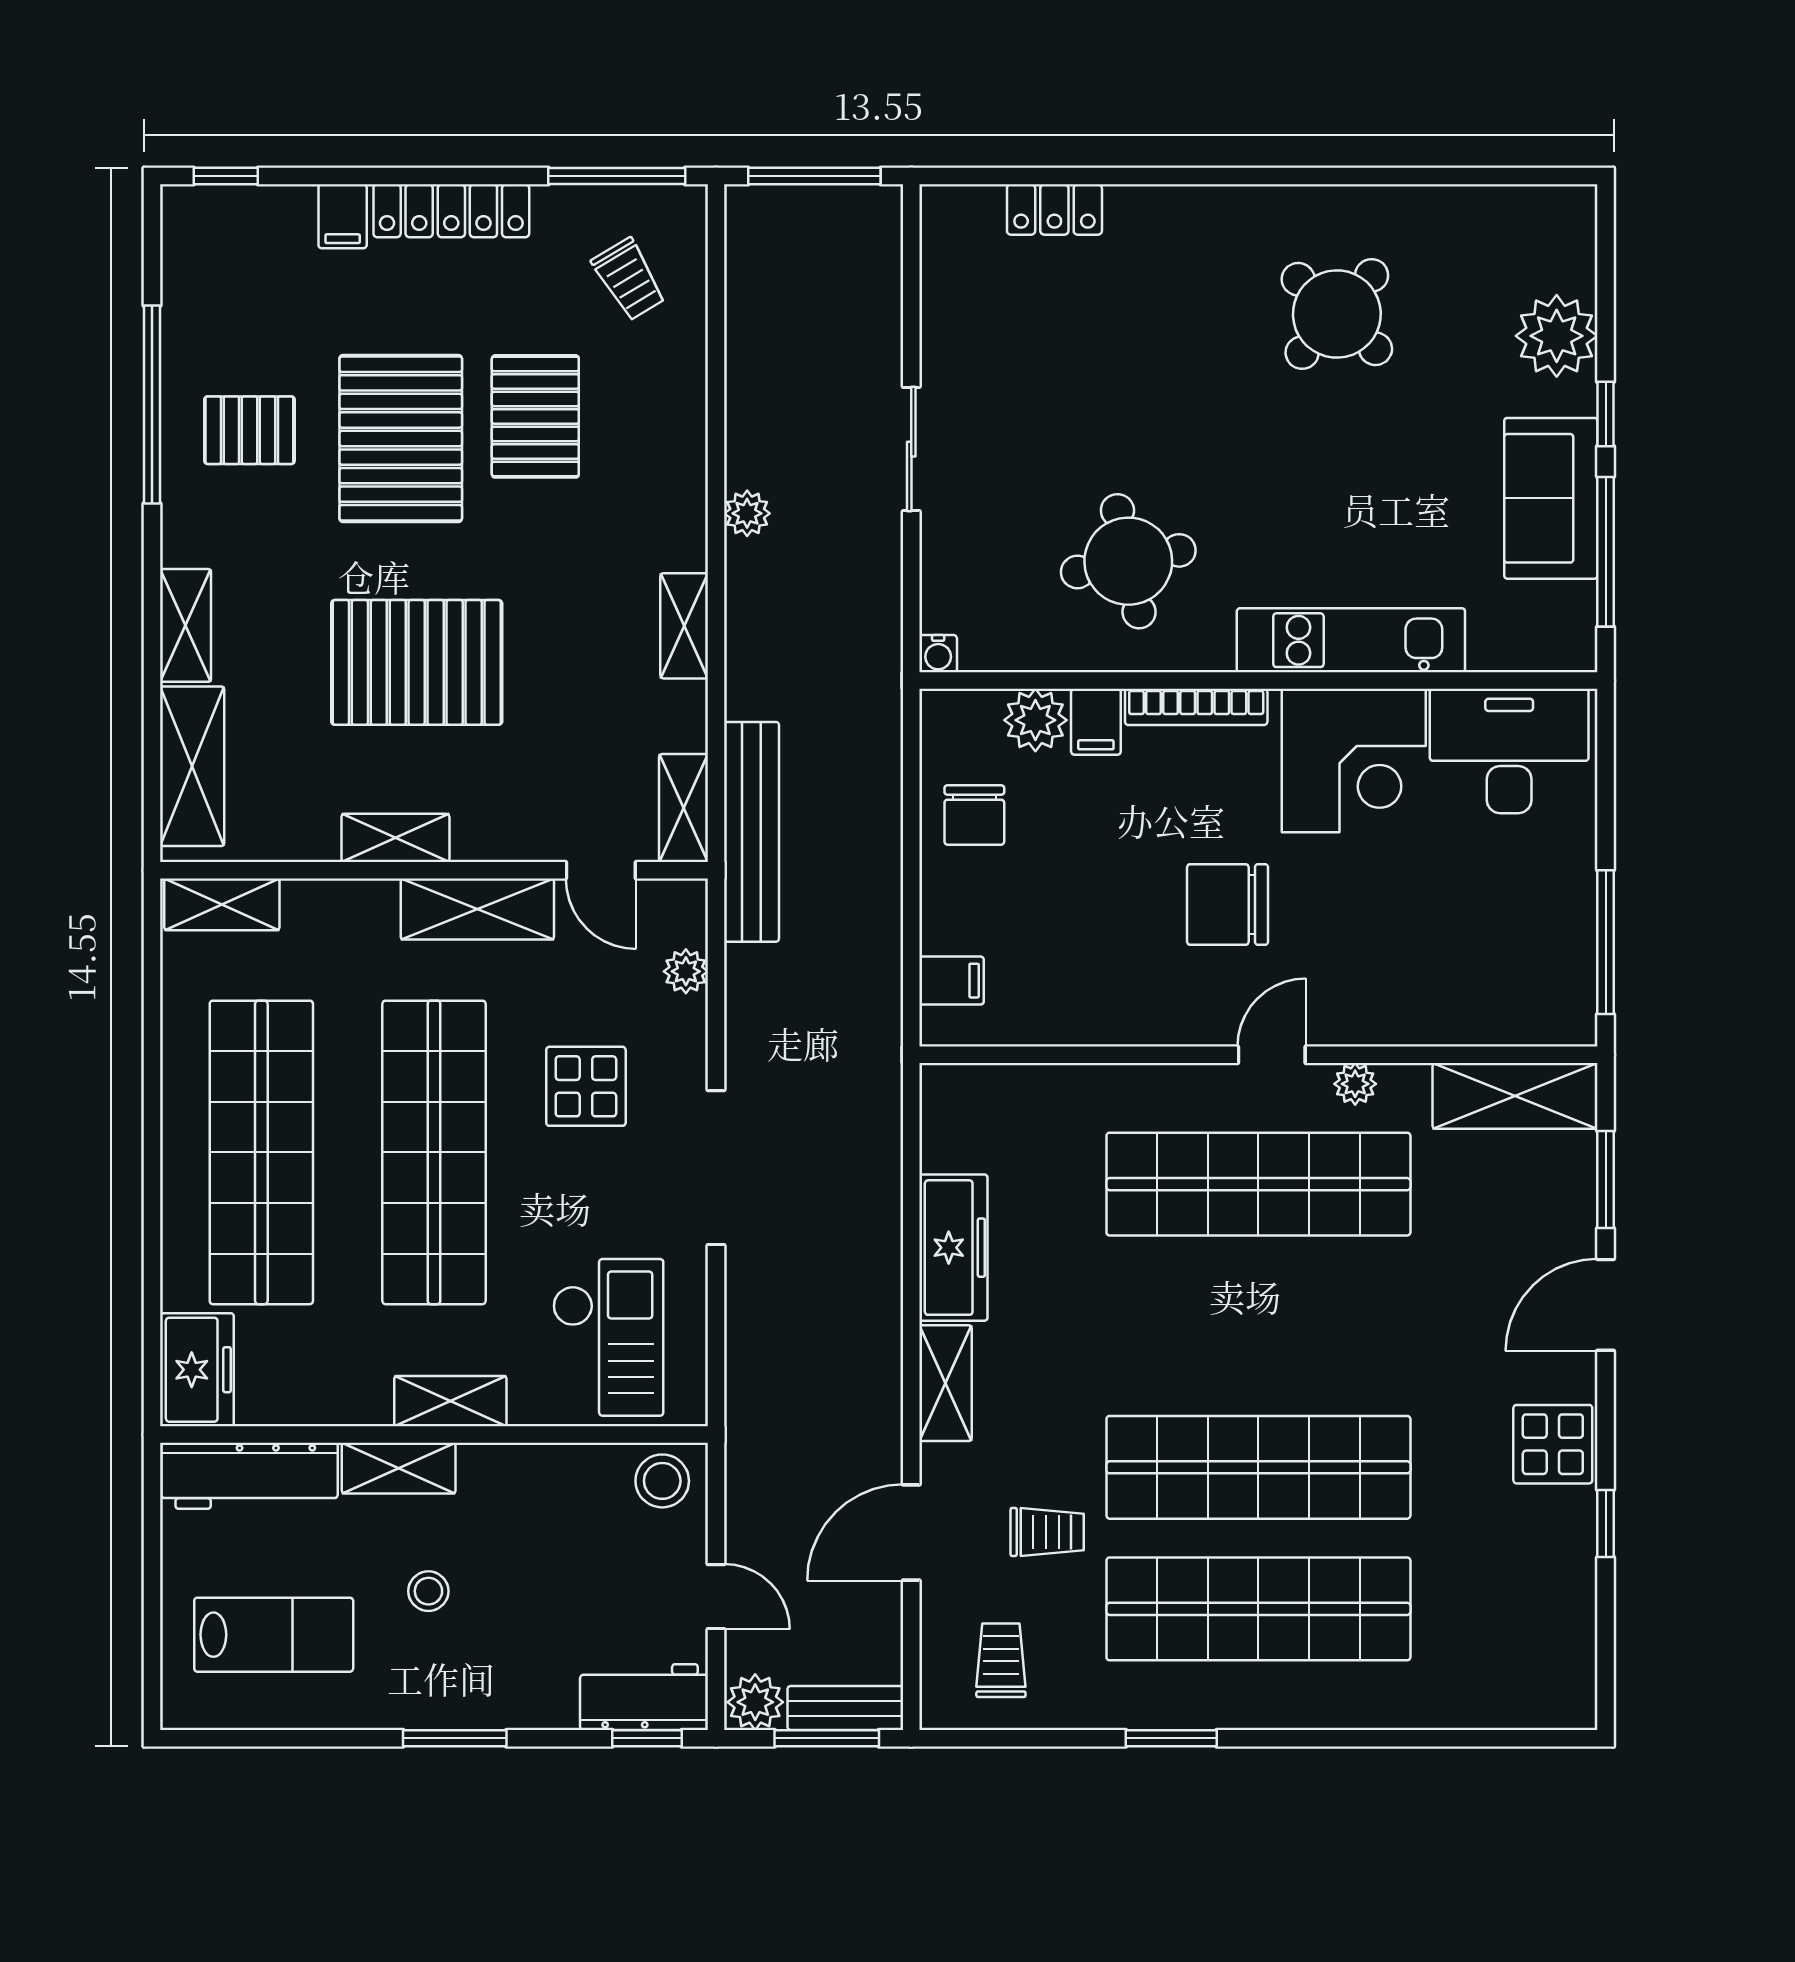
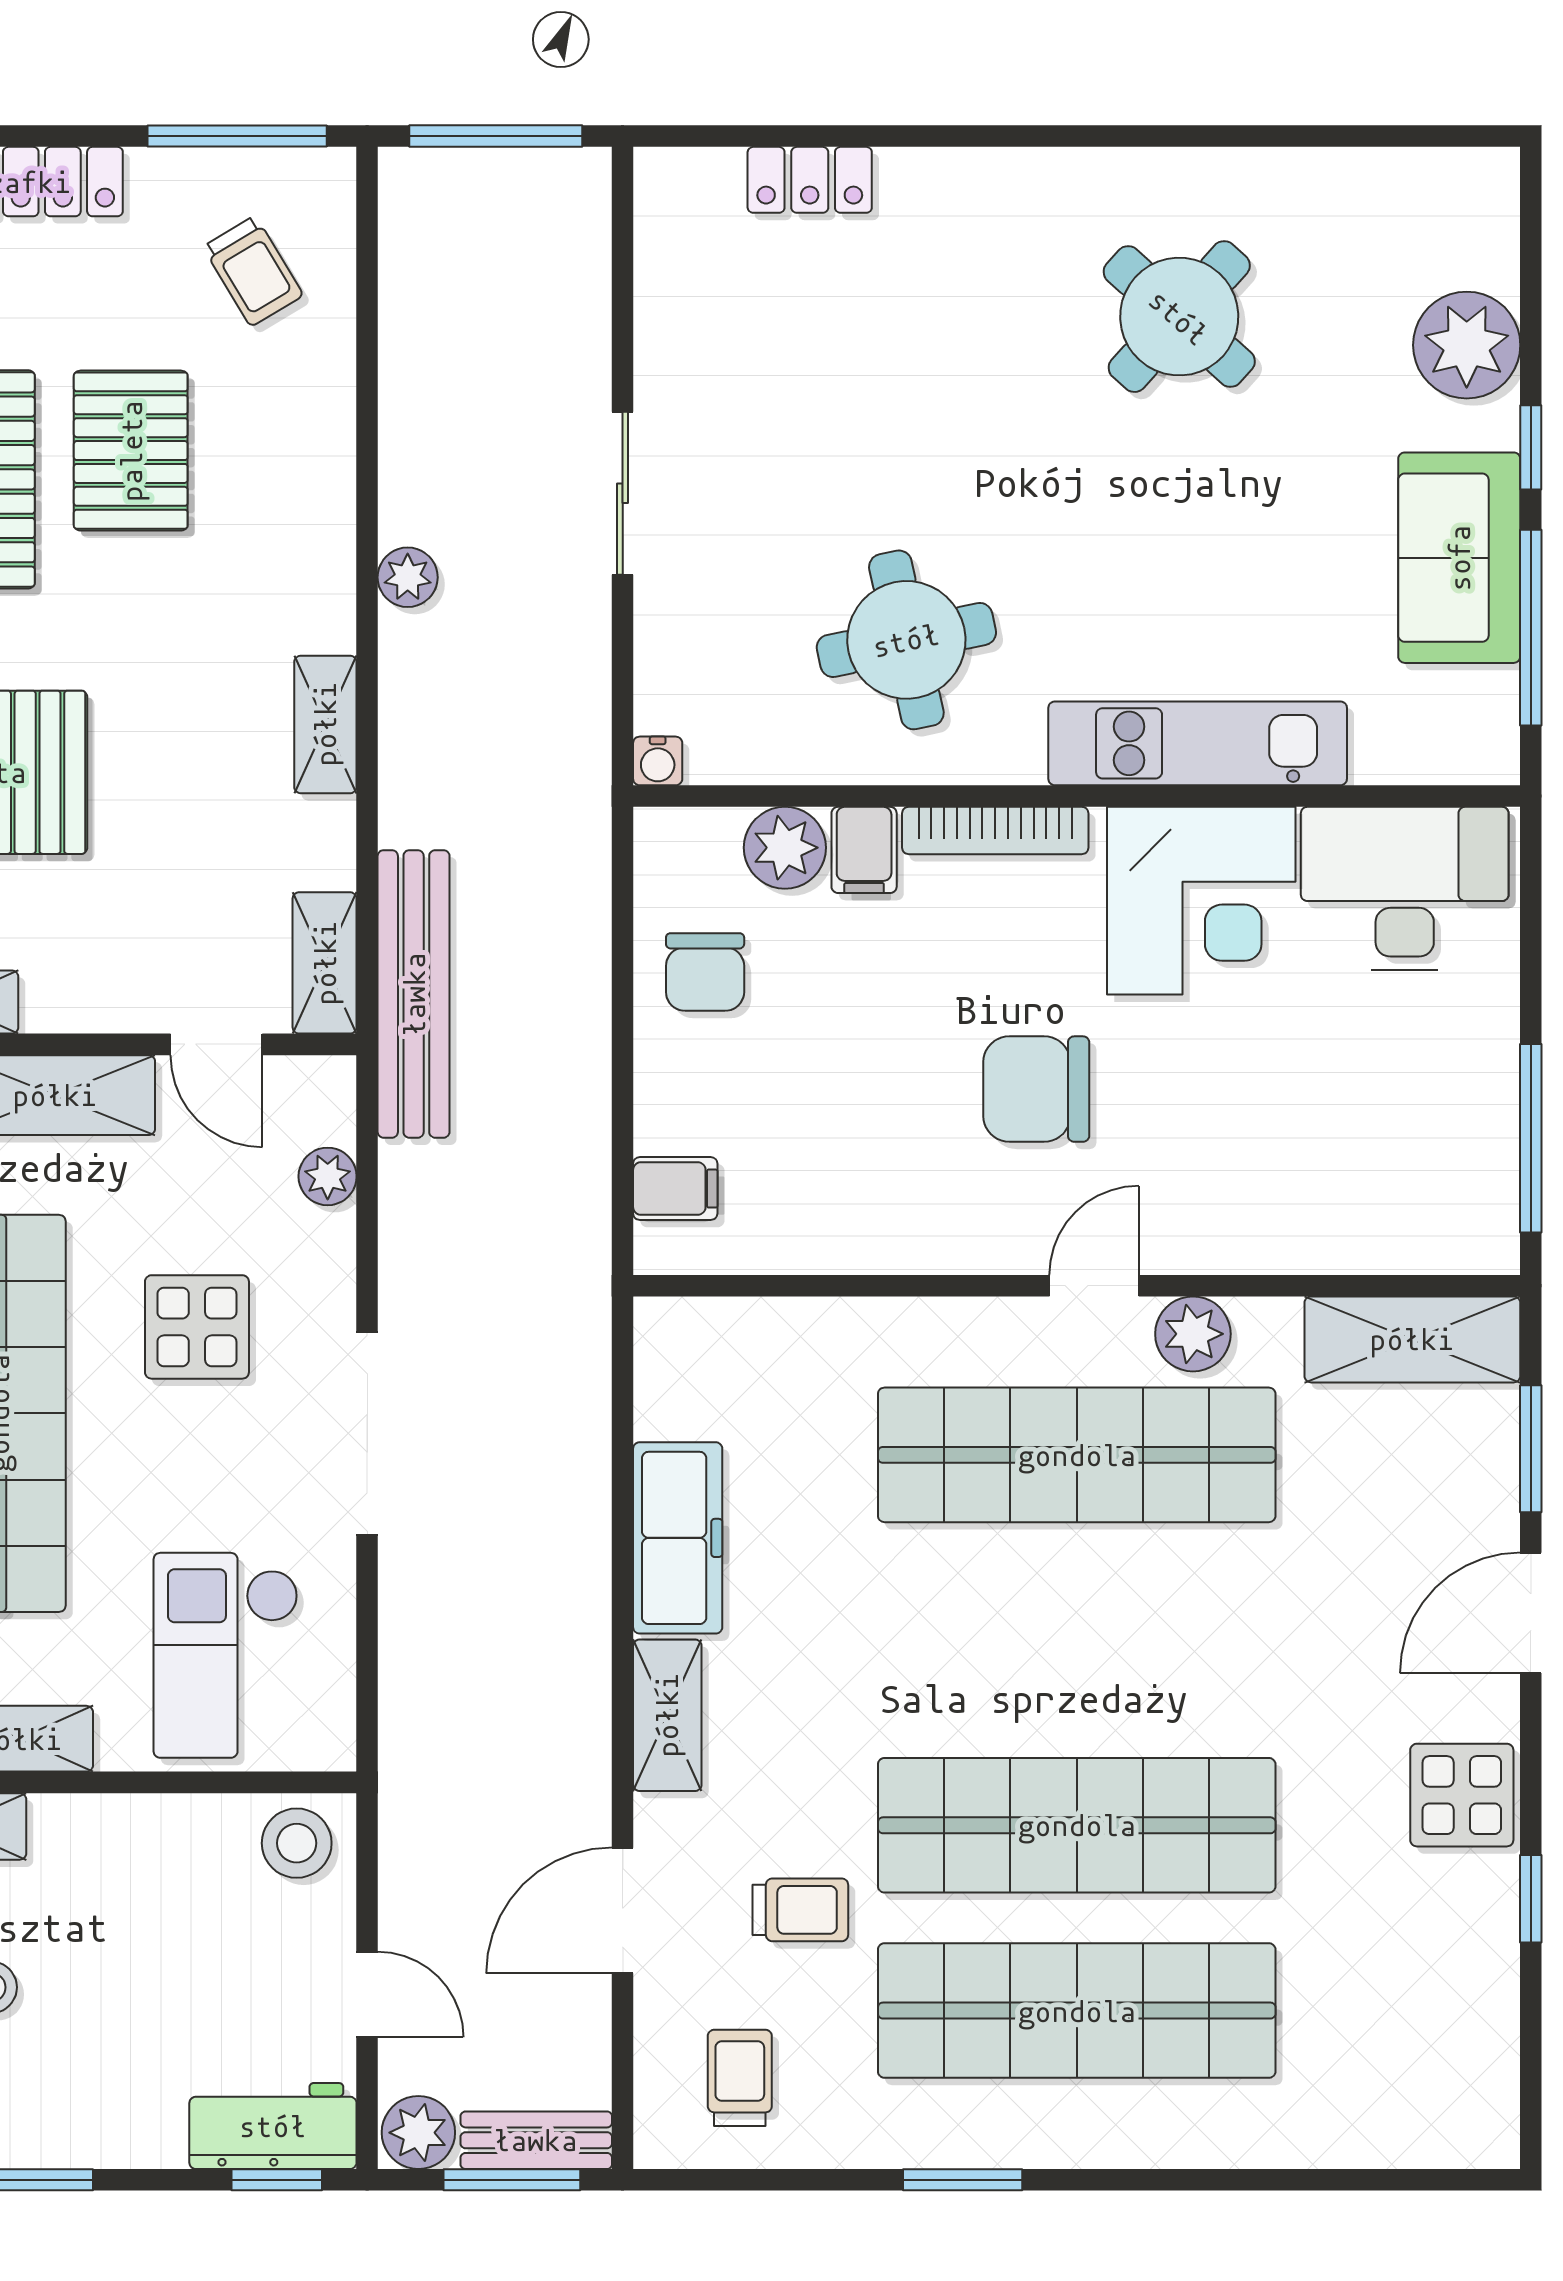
plant: (1355, 1084) -> (1193, 1334), width x1.38, depth x1.38
checkout: (608, 1337) -> (226, 1655), turned 180

